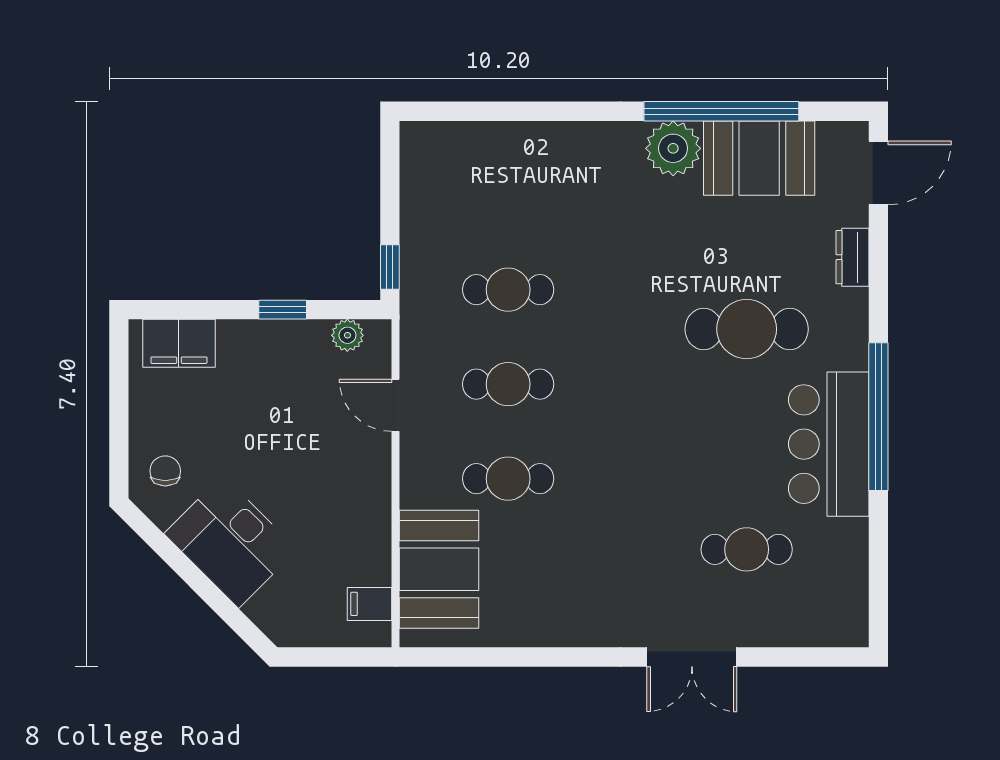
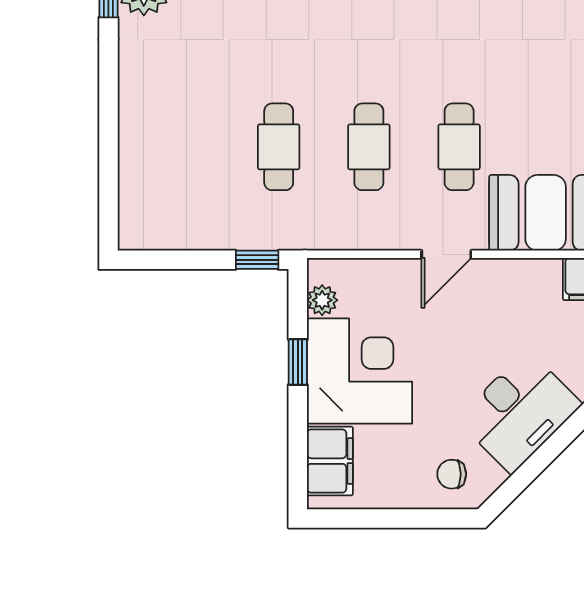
corner desk: (273, 374) -> (360, 371), added
door: (396, 405) -> (446, 254), moved

